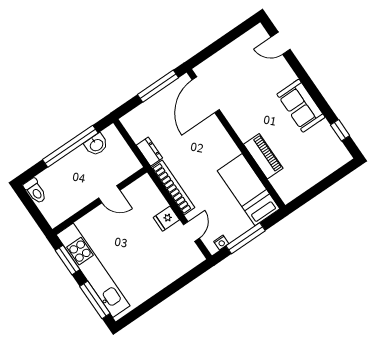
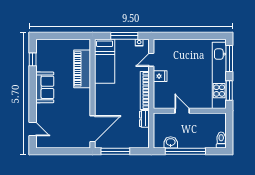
piano: (263, 156) -> (82, 69), width x1.37, depth x1.33

